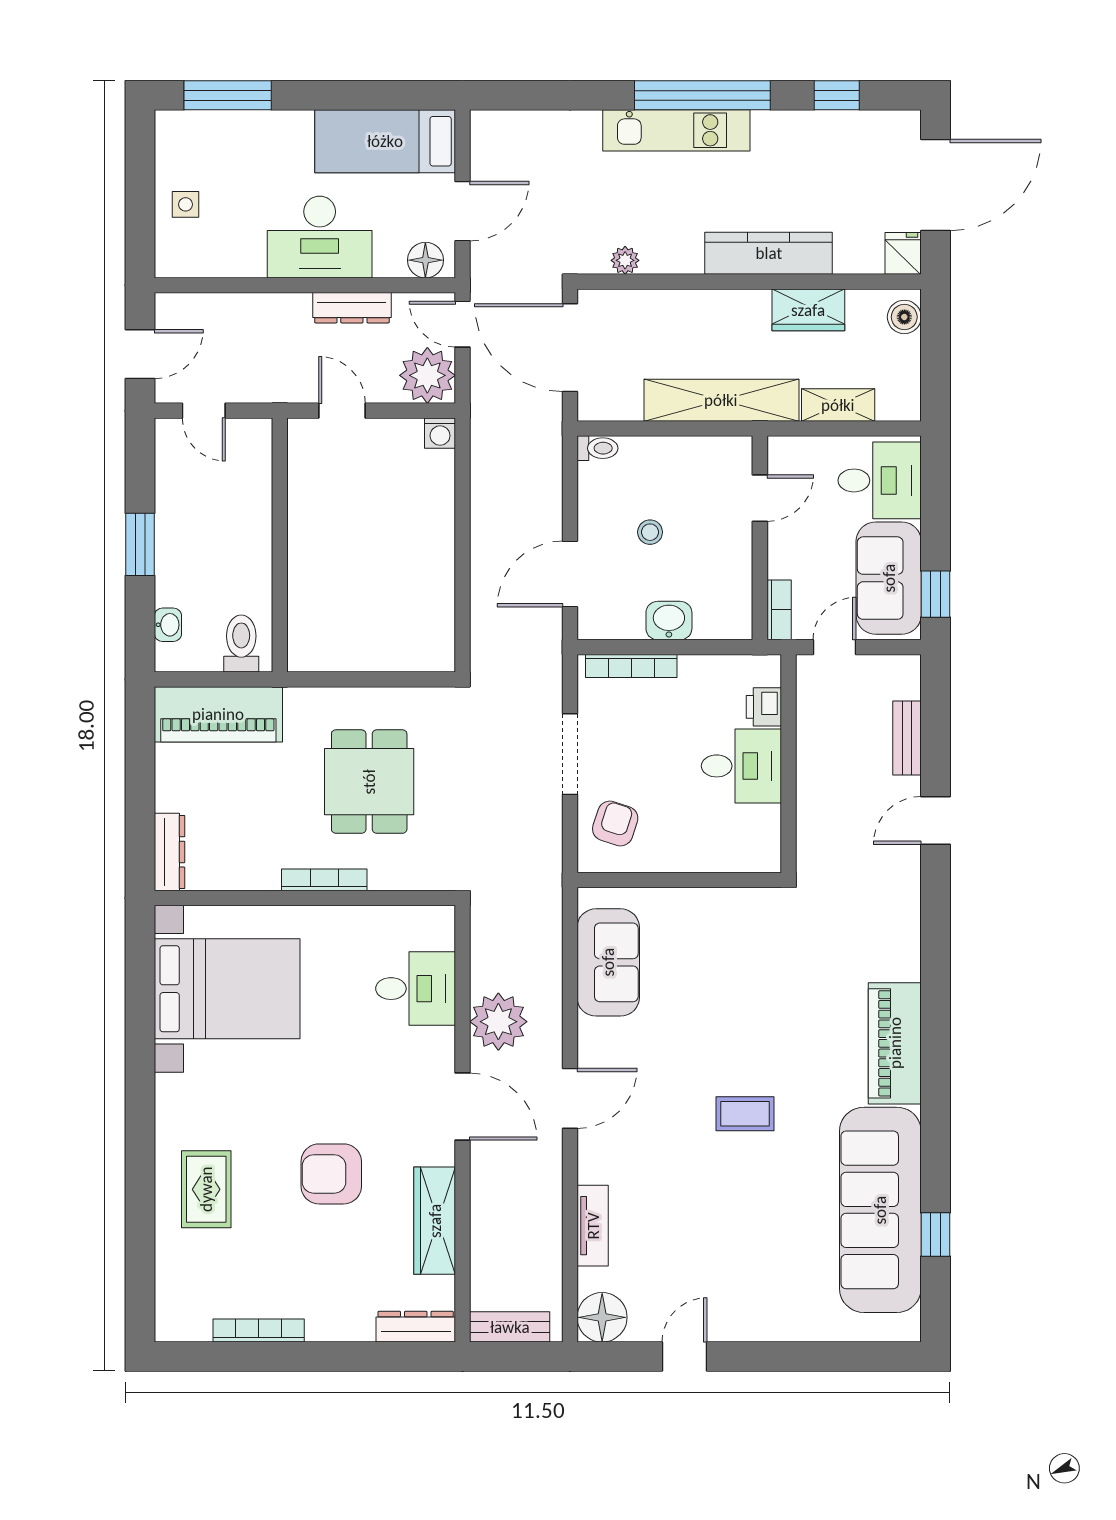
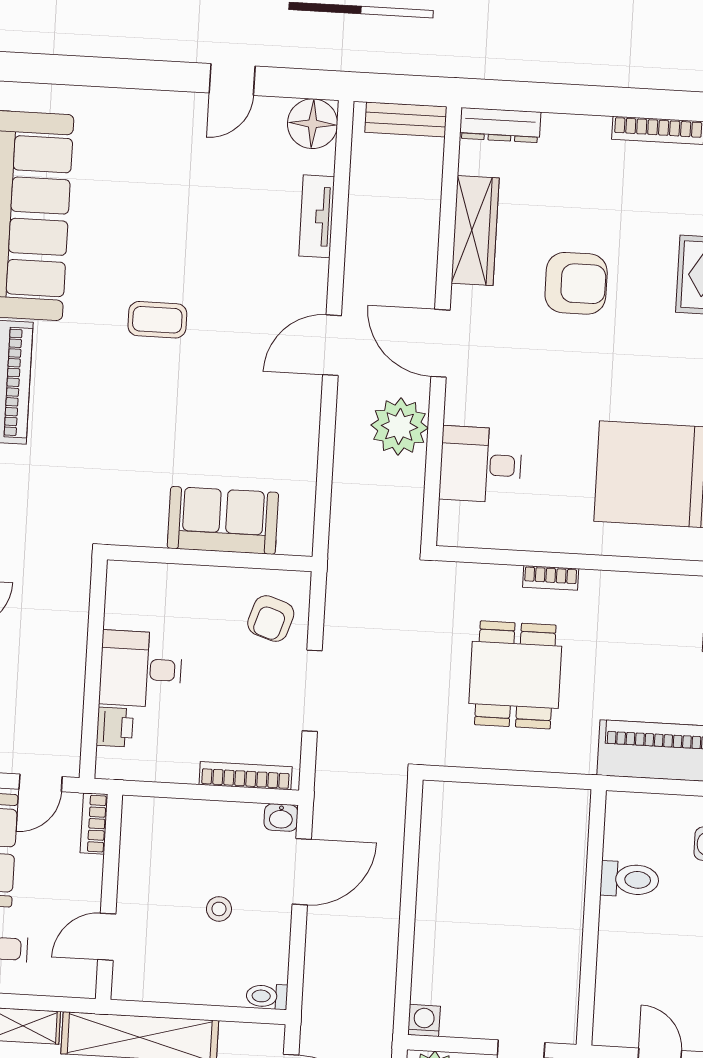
washbasin: (669, 621) -> (281, 817), moved, width x0.72, depth x0.69
toilet: (241, 644) -> (630, 879), moved, turned -90
bookcase: (324, 880) -> (551, 578), width x0.64
sofa: (608, 962) -> (223, 520), moved, turned 90

